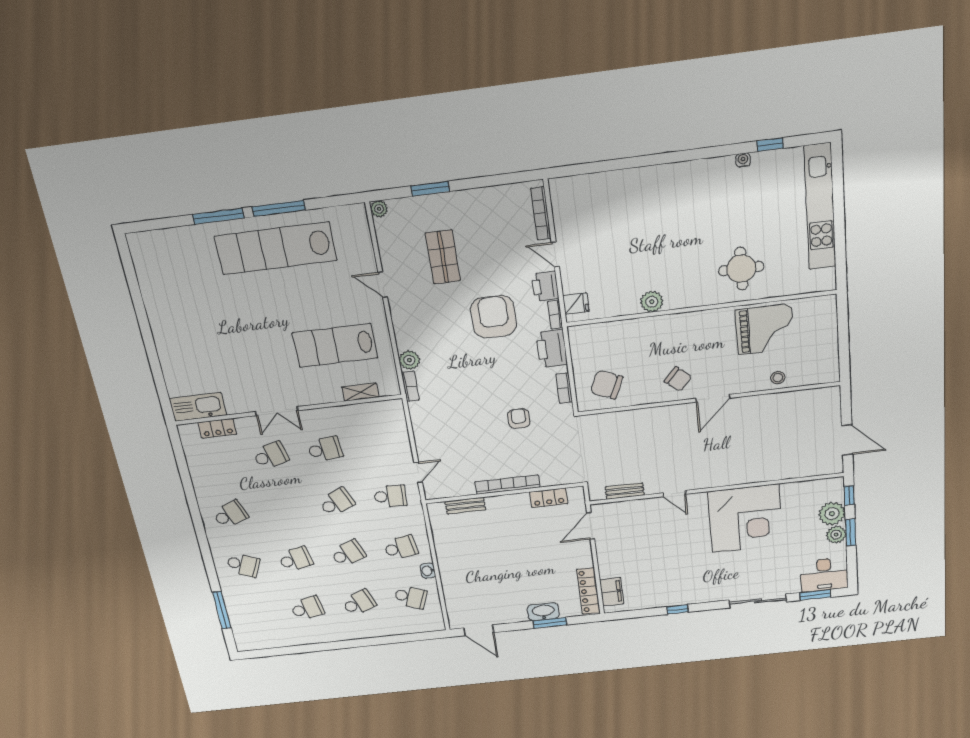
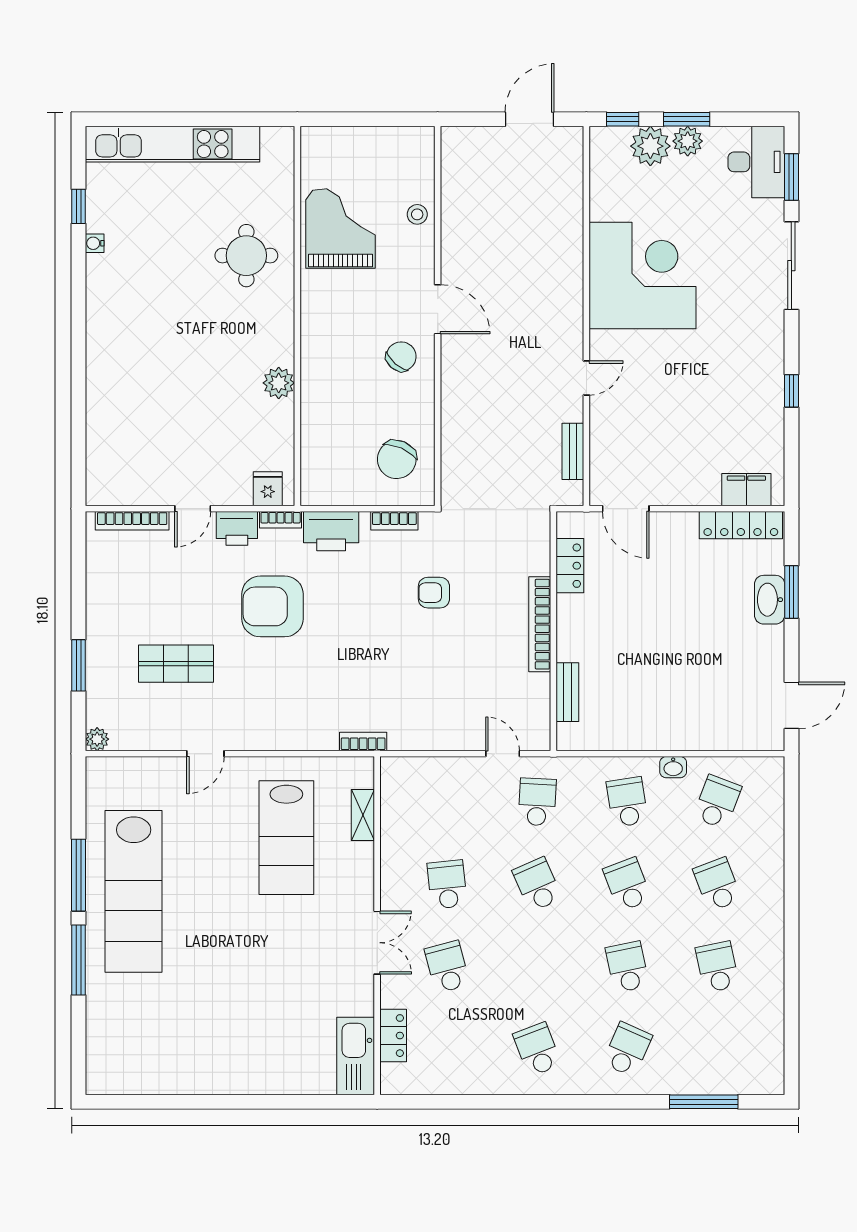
plant: (409, 360) -> (323, 736), removed

